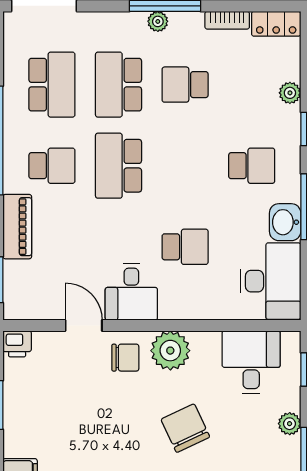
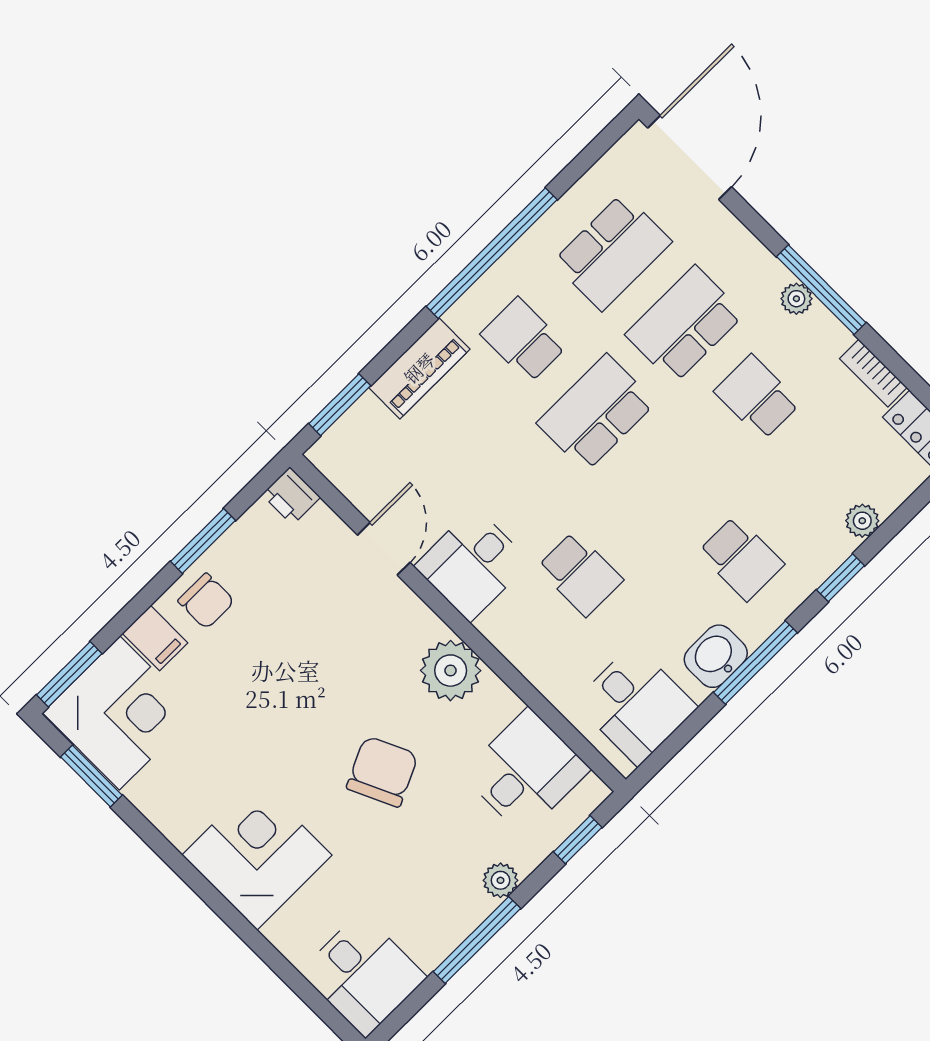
school desk: (52, 166) -> (524, 340), turned 180
desk: (271, 281) -> (636, 705), width x0.73
chair: (125, 358) -> (206, 601), moved

